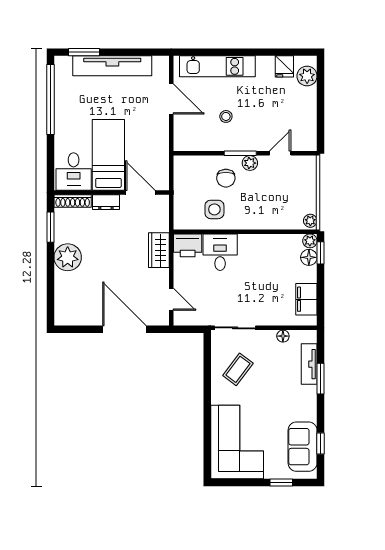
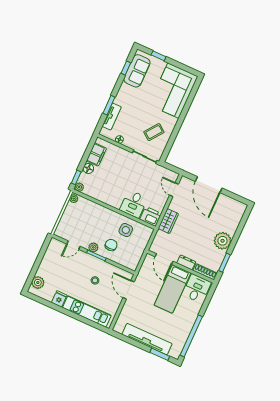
fridge: (284, 66) -> (59, 299), moved
door: (171, 99) -> (129, 290), moved
floor lamp: (309, 257) -> (88, 168), moved

